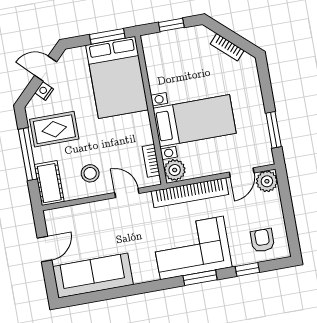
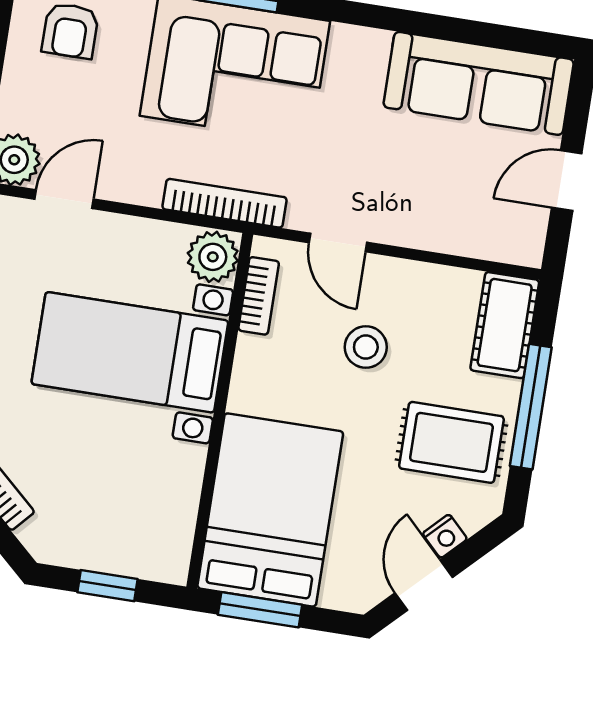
door: (46, 69) -> (424, 585), swing flipped
stool: (90, 173) -> (366, 347), moved
bookcase: (190, 193) -> (225, 203), width x0.68, depth x0.76

